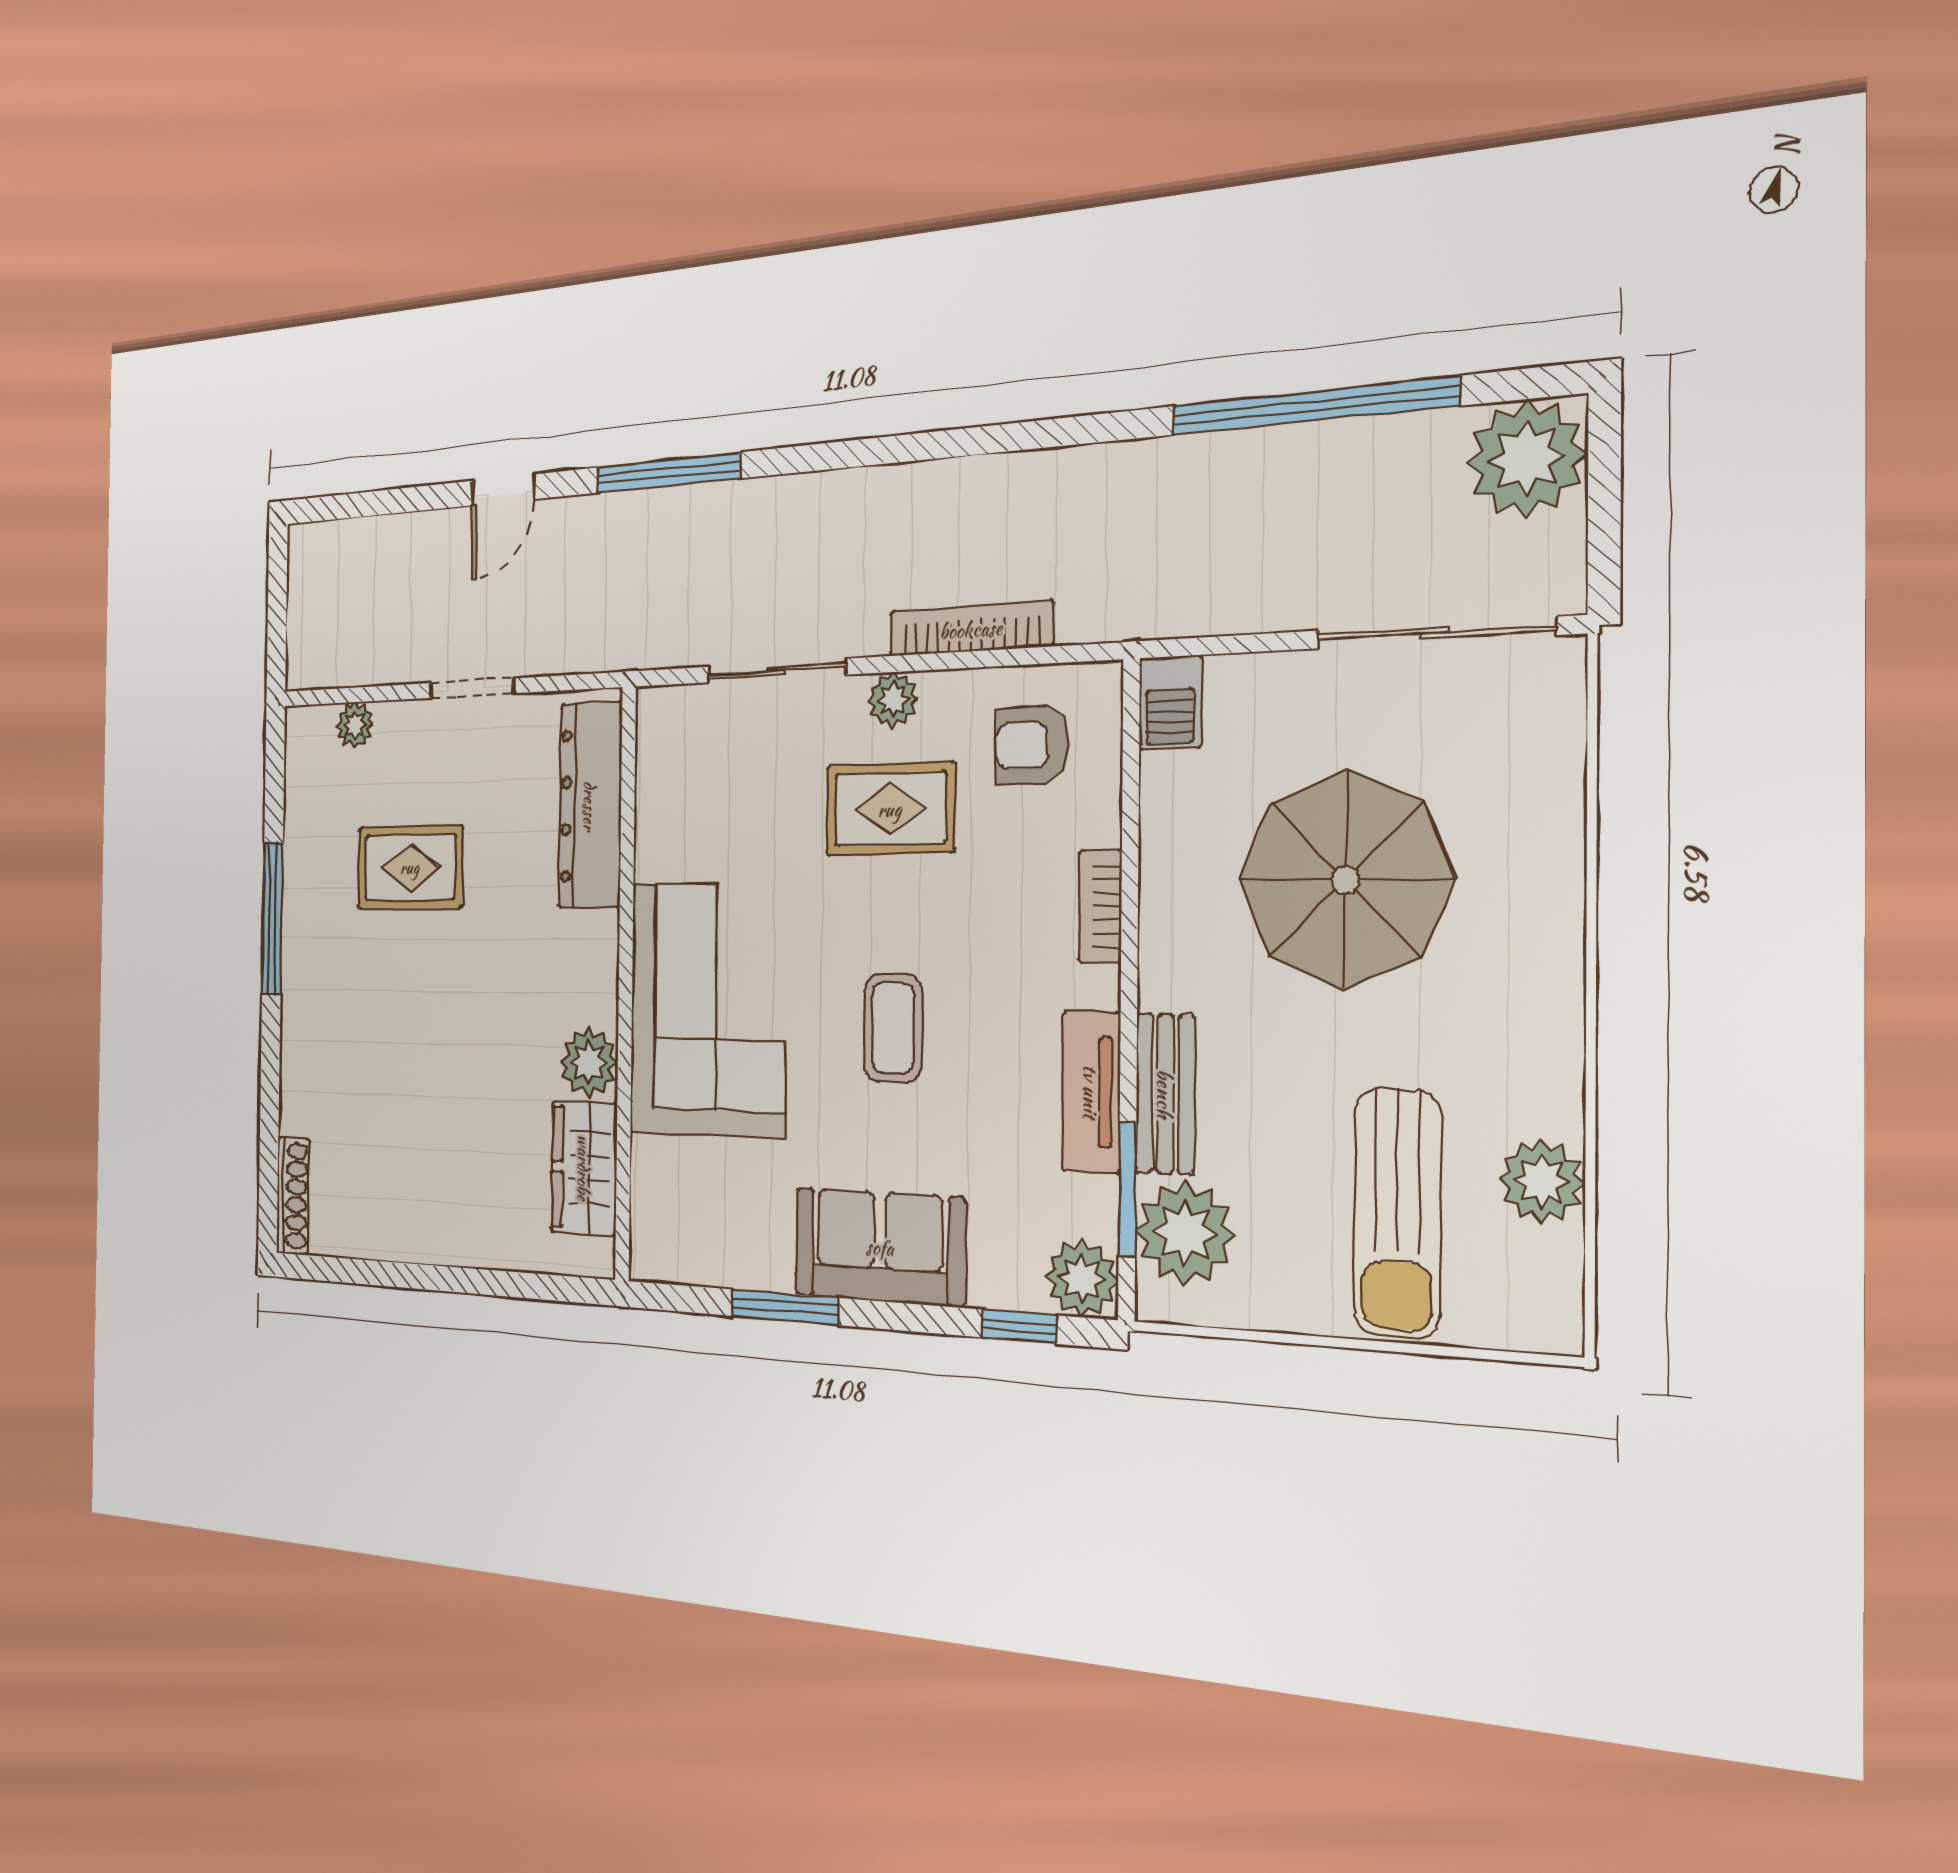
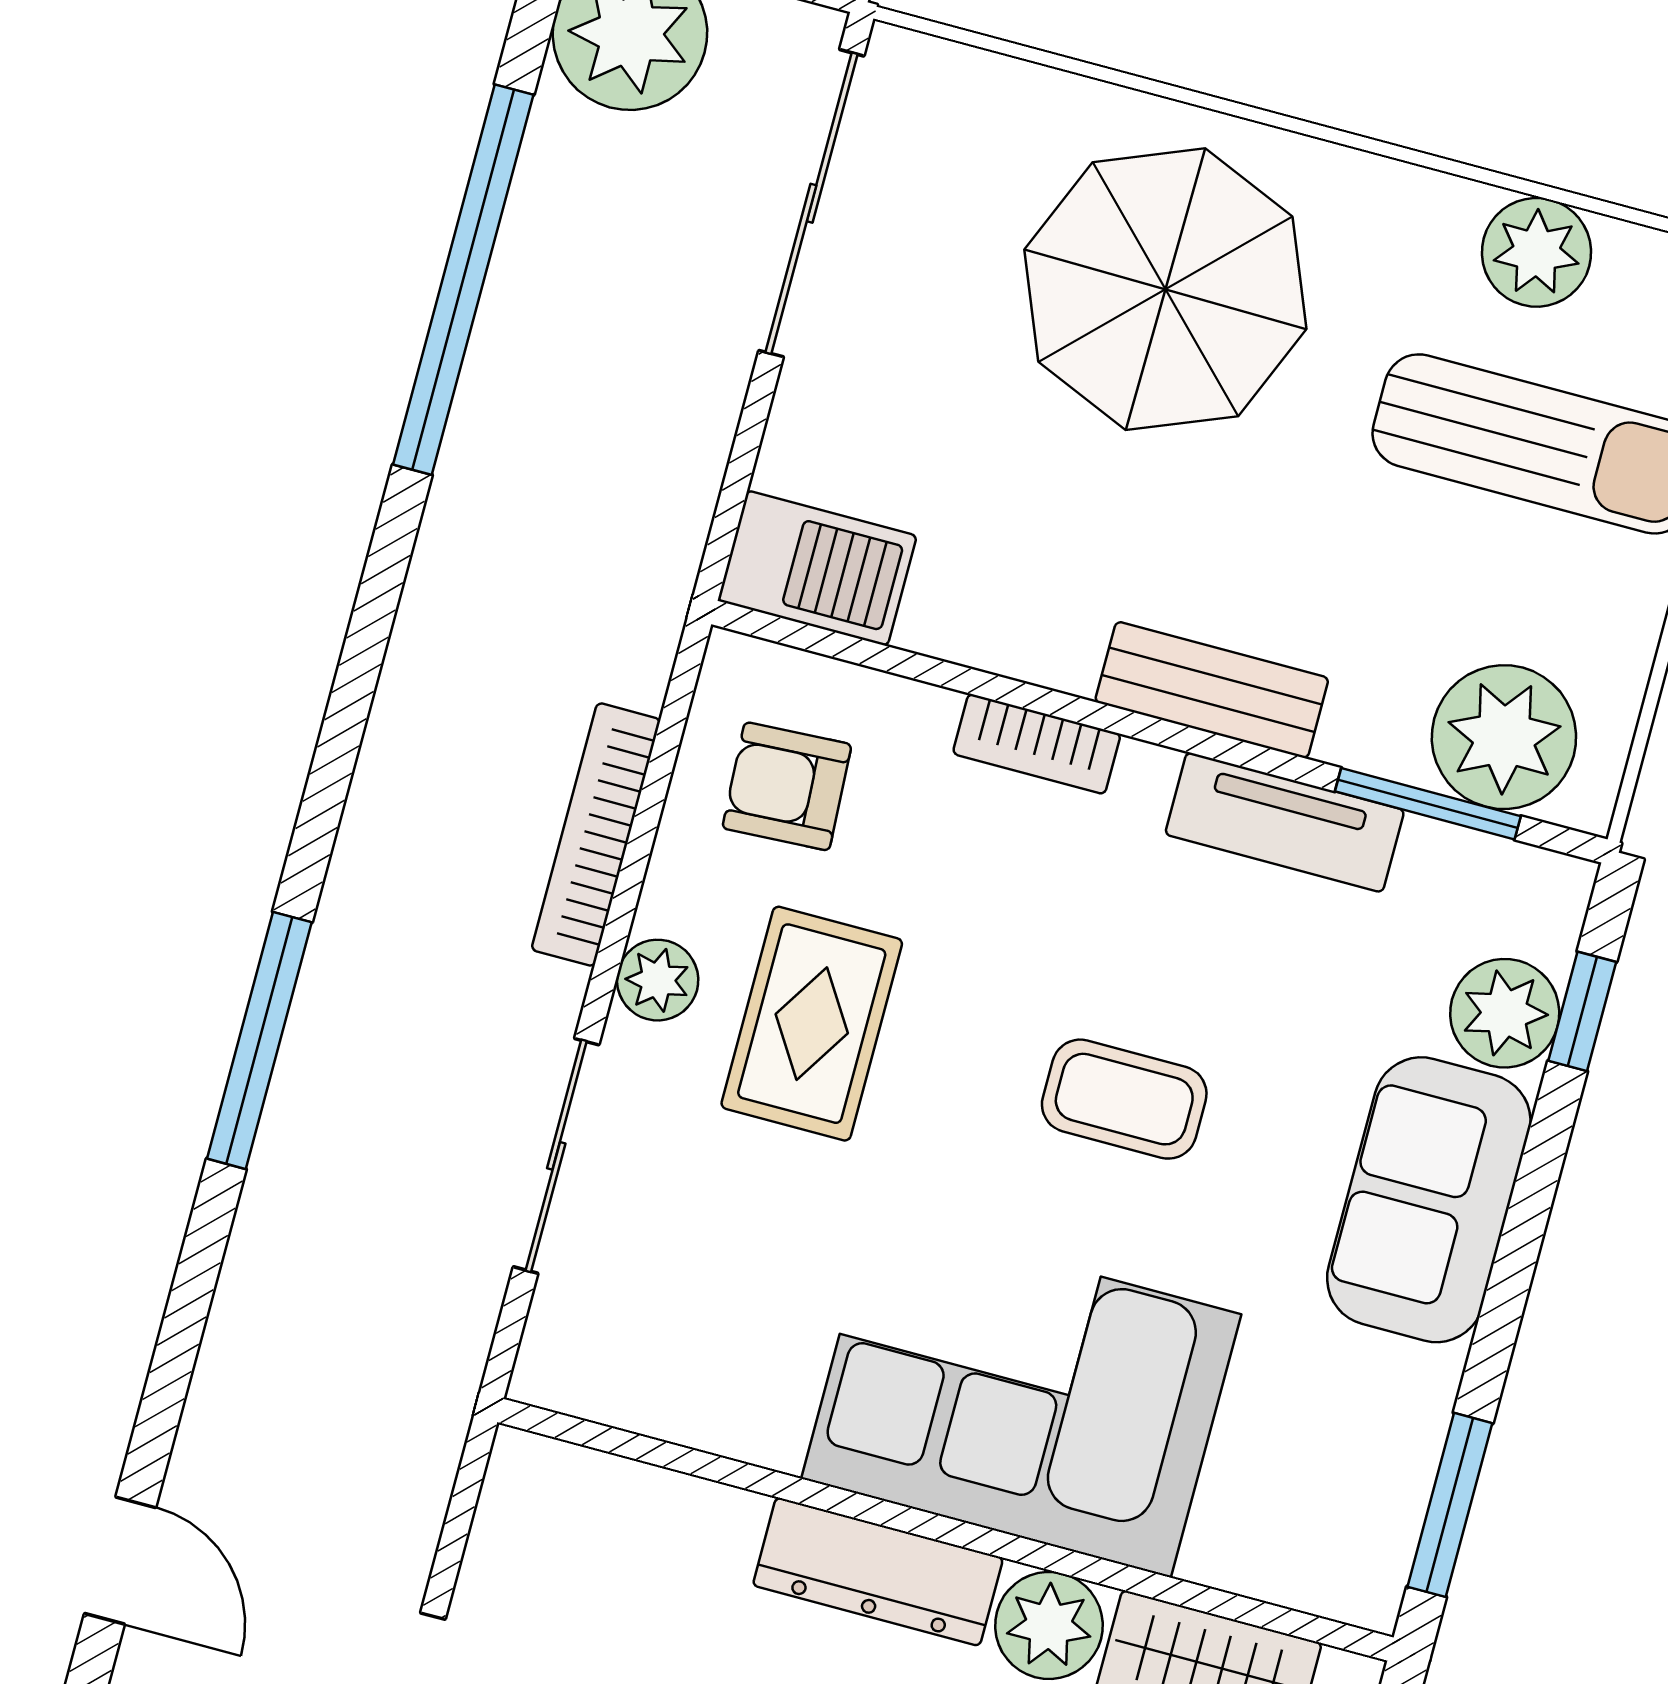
window: (668, 473) -> (259, 1040), moved
barbecue: (1170, 703) -> (817, 568), width x1.38, depth x1.27
armchair: (1032, 745) -> (787, 786), turned 87
dresser: (590, 806) -> (878, 1572), moved, width x0.73, depth x0.80
parasol: (1345, 880) -> (1165, 289), moved
bench: (1165, 1094) -> (1212, 690), moved
plant: (1082, 1278) -> (1505, 1013), moved
window: (785, 1307) -> (1450, 1505), moved

